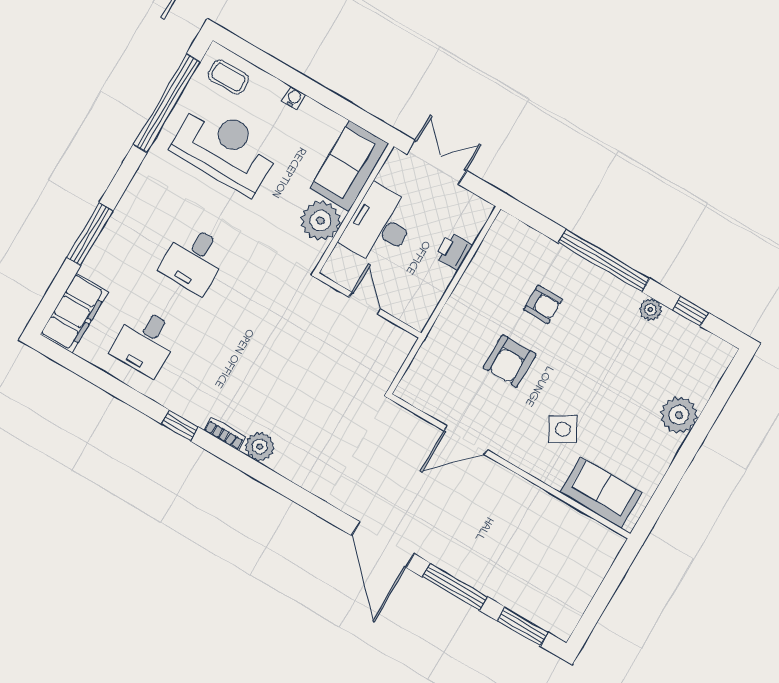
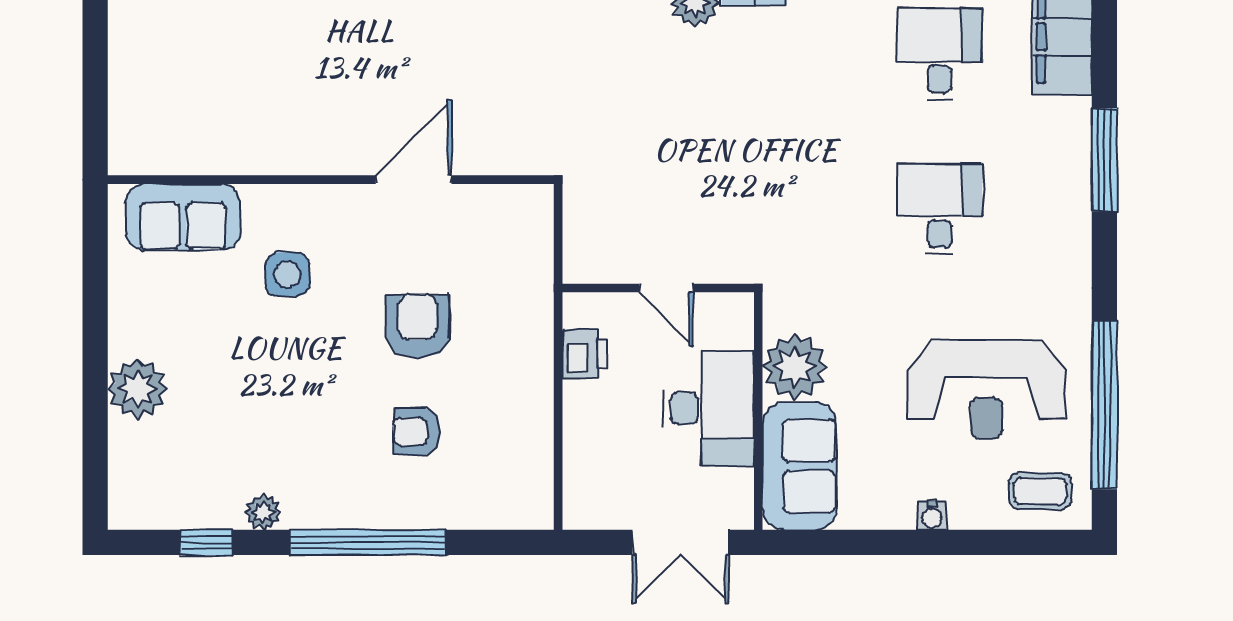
printer: (454, 251) -> (584, 354), moved
side table: (563, 429) -> (287, 274), turned 30

